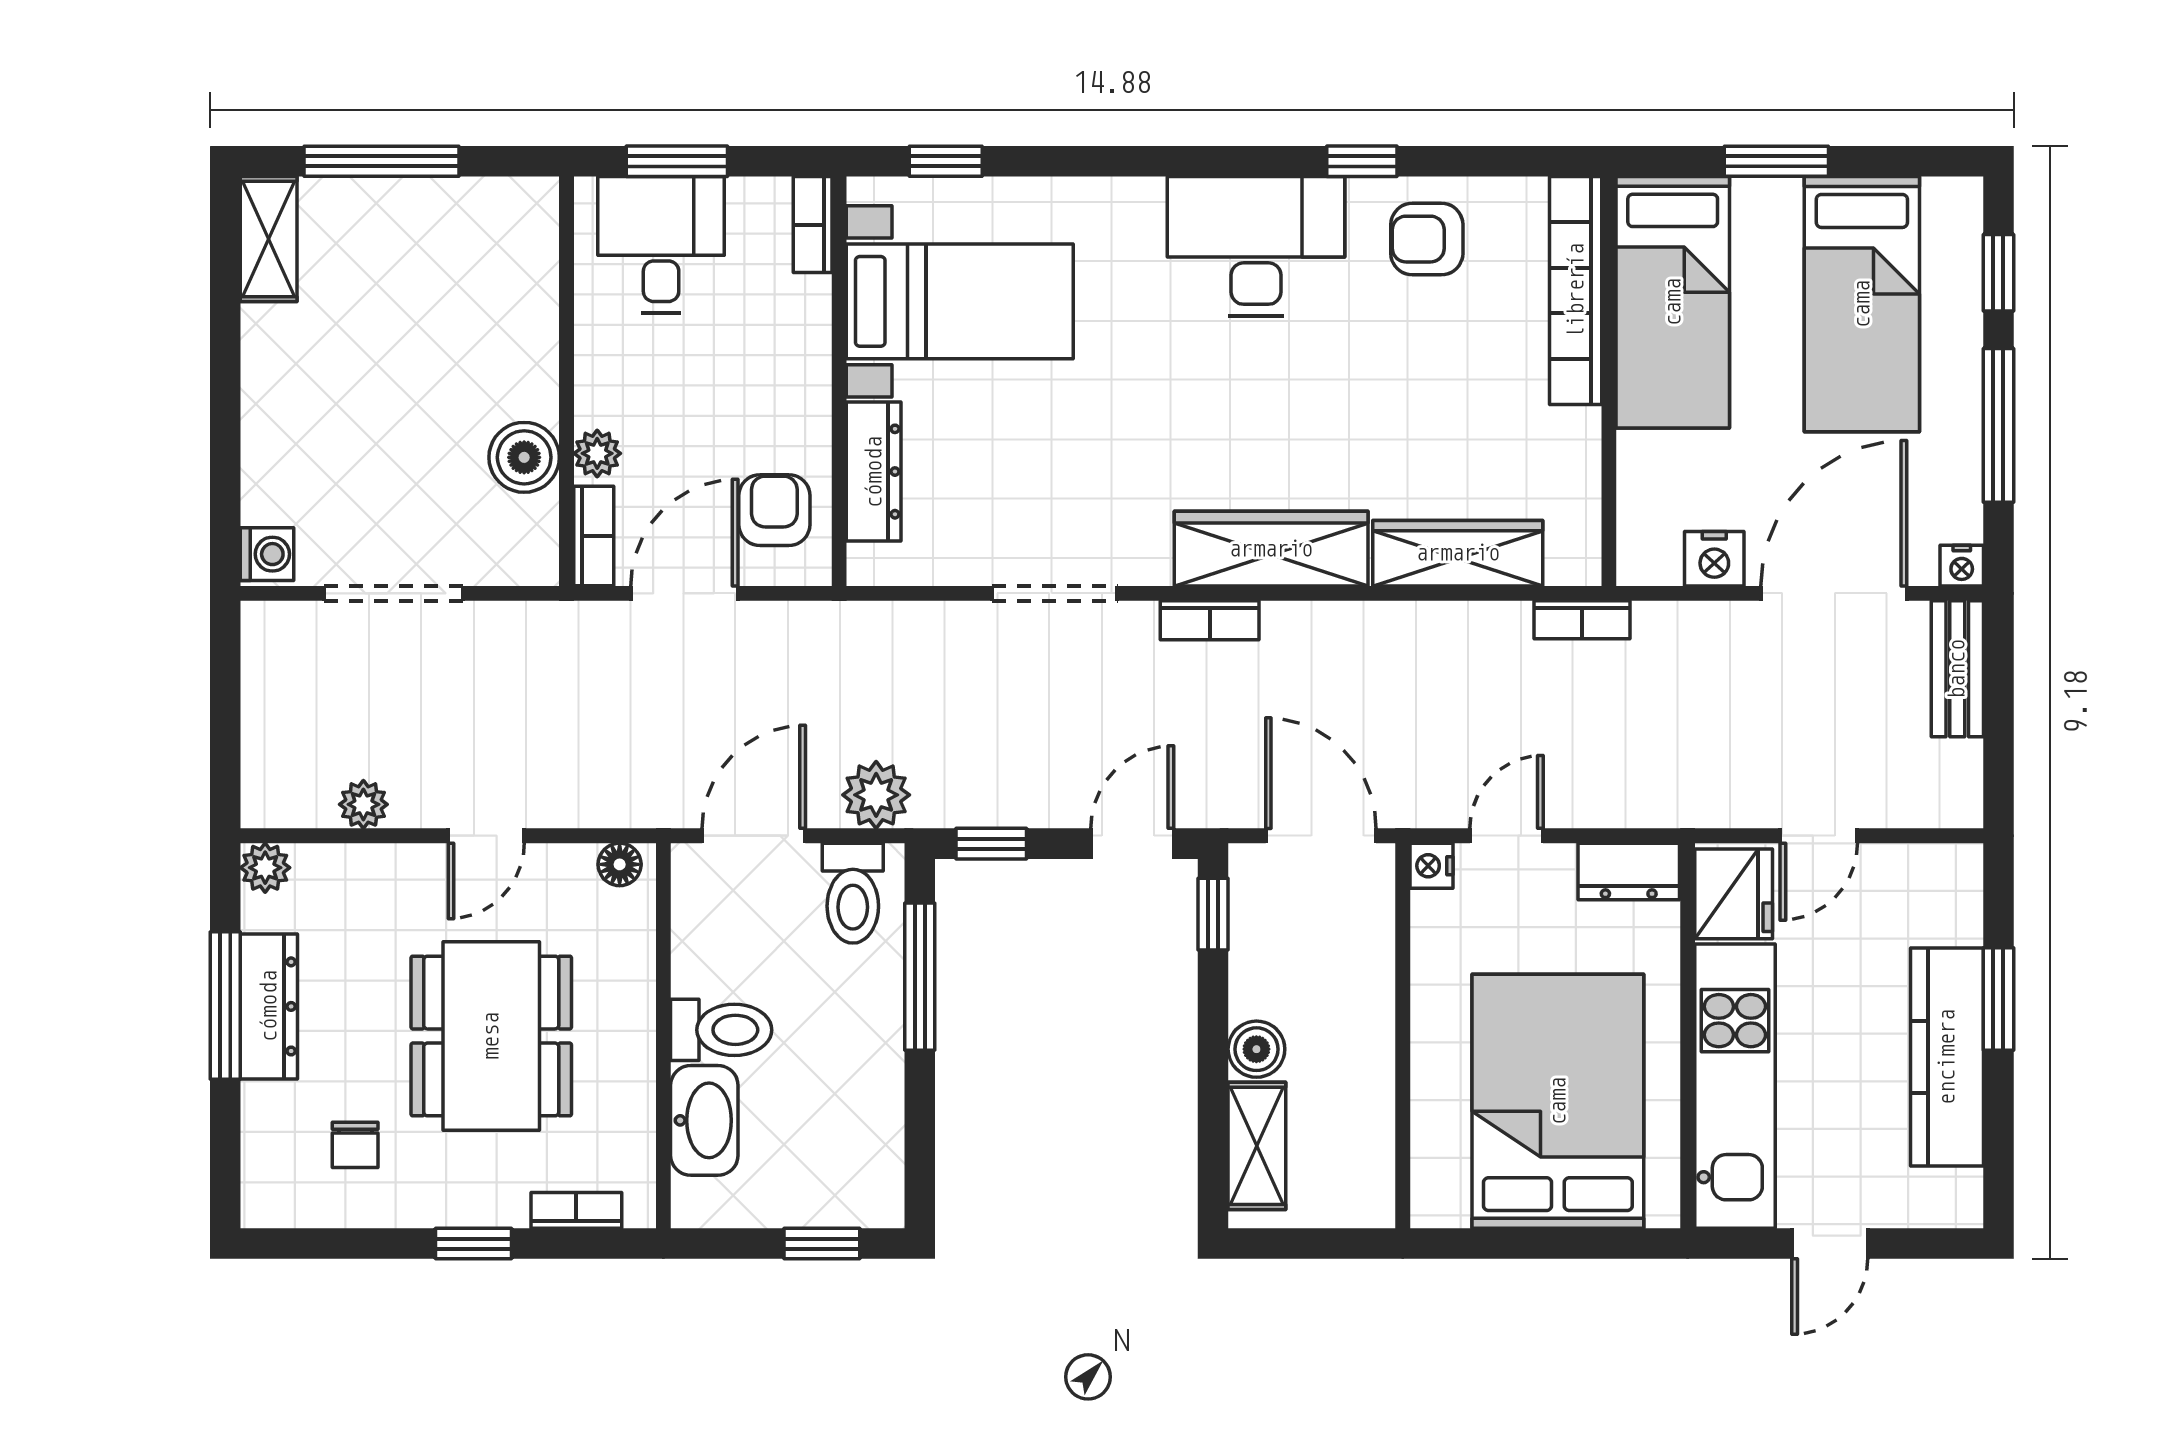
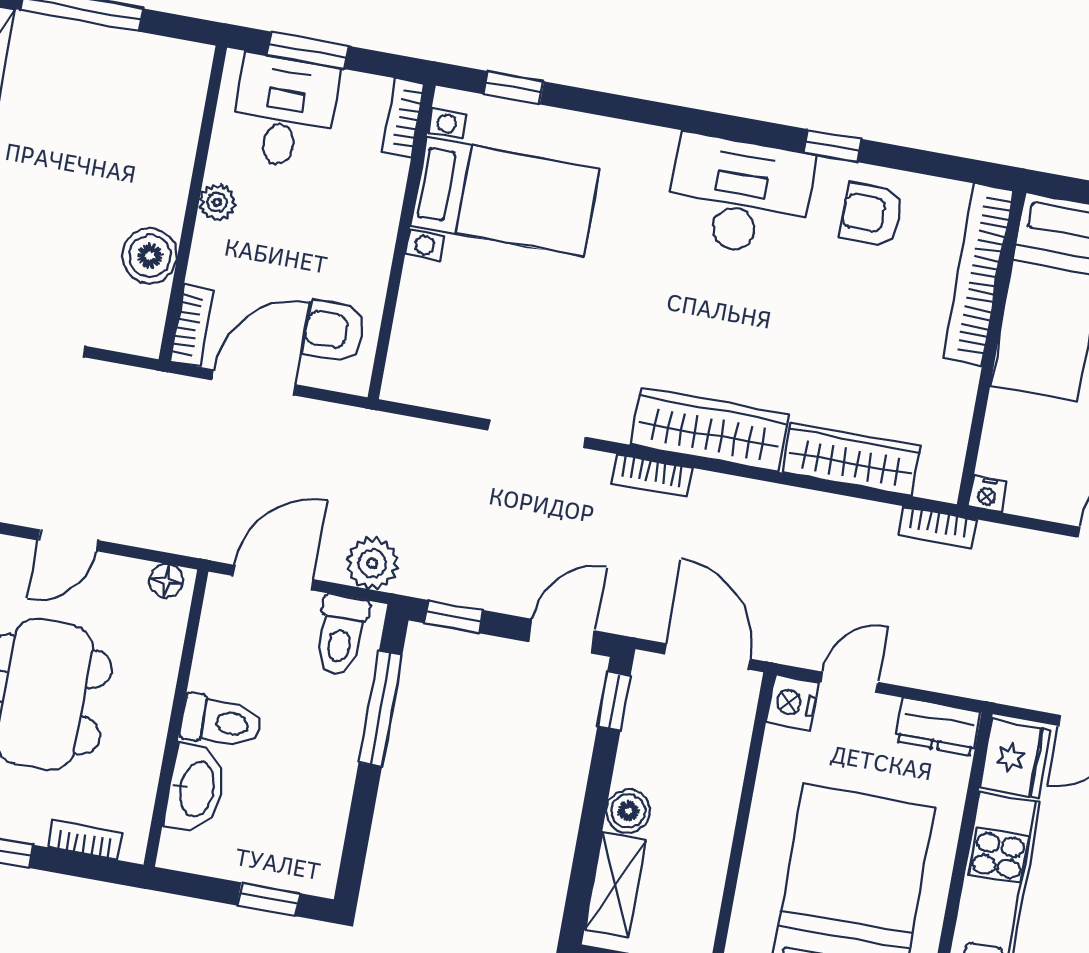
plant: (597, 453) -> (217, 202), moved
dresser: (874, 472) -> (416, 315), removed
armchair: (774, 510) -> (334, 331), turned -90
nightstand: (1714, 559) -> (987, 494), moved, width x0.72, depth x0.74
nightstand: (1432, 866) -> (792, 703), width x1.39, depth x1.35

